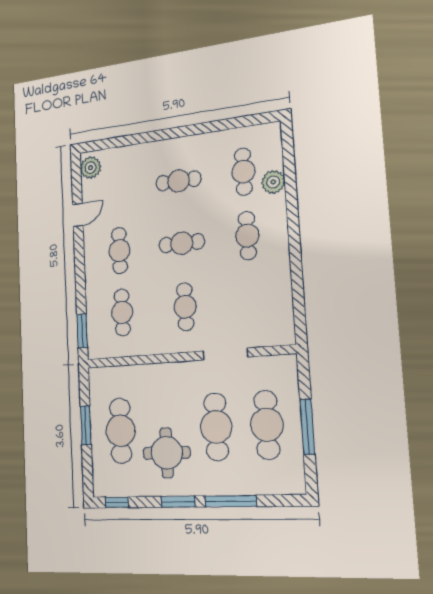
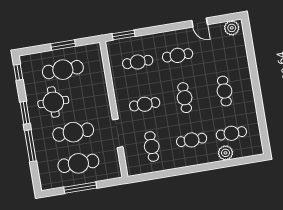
cafe table: (251, 301) -> (152, 147), added

